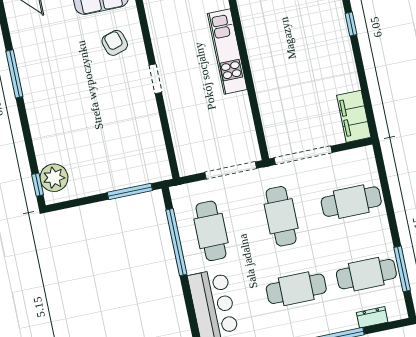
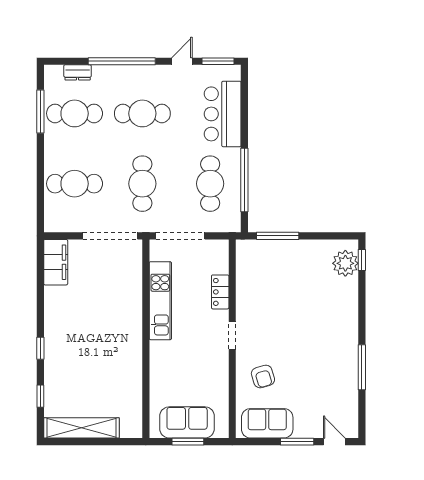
kitchen unit: (227, 51) -> (160, 301), moved
locker: (177, 121) -> (220, 292), added

